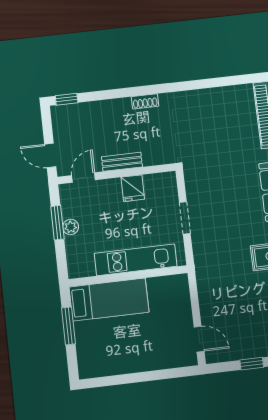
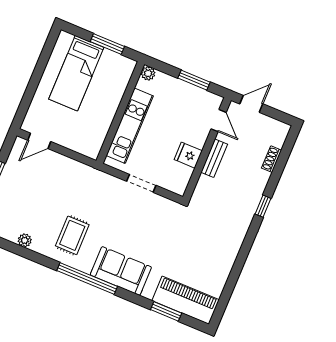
window: (67, 99) -> (263, 206), moved
shoe rack: (145, 101) -> (272, 159), moved
plant: (71, 227) -> (148, 73), moved
bed: (109, 300) -> (76, 73), moved

